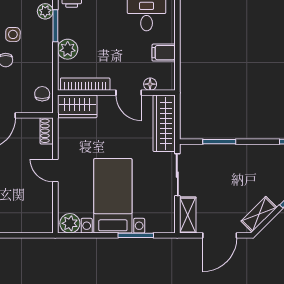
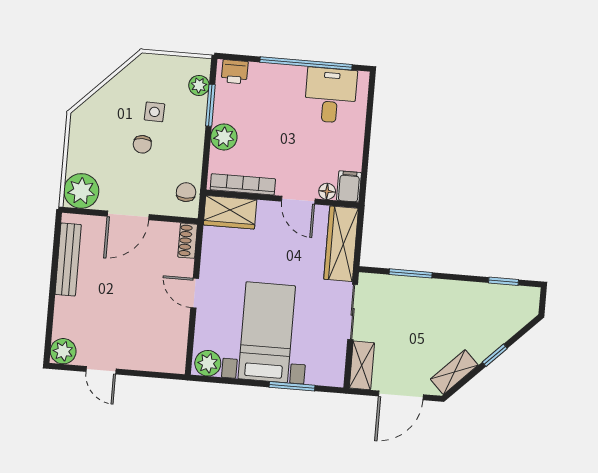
filing cabinet: (164, 53) -> (349, 186), moved, turned 90

